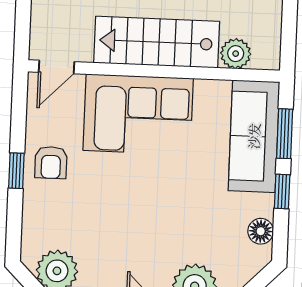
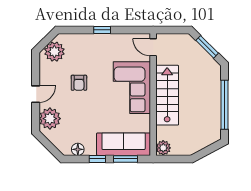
plant: (236, 54) -> (163, 148), moved
armchair: (51, 162) -> (79, 83), moved, turned -90

